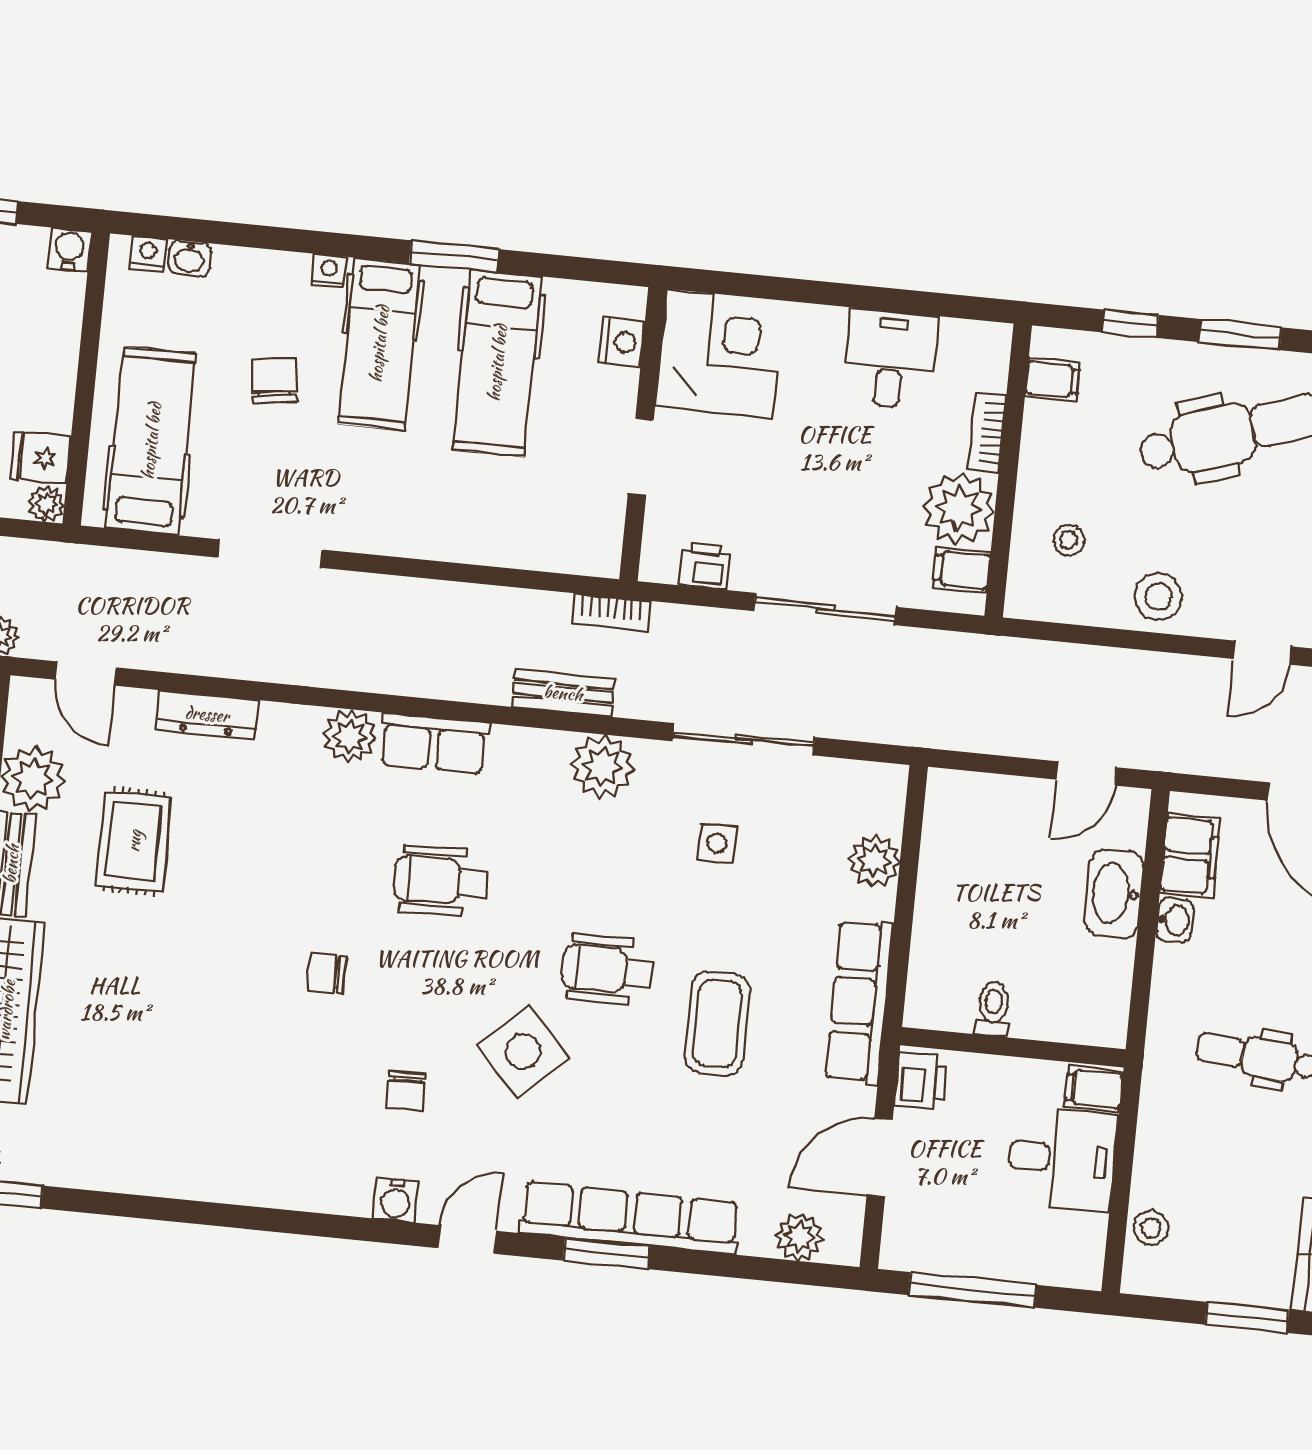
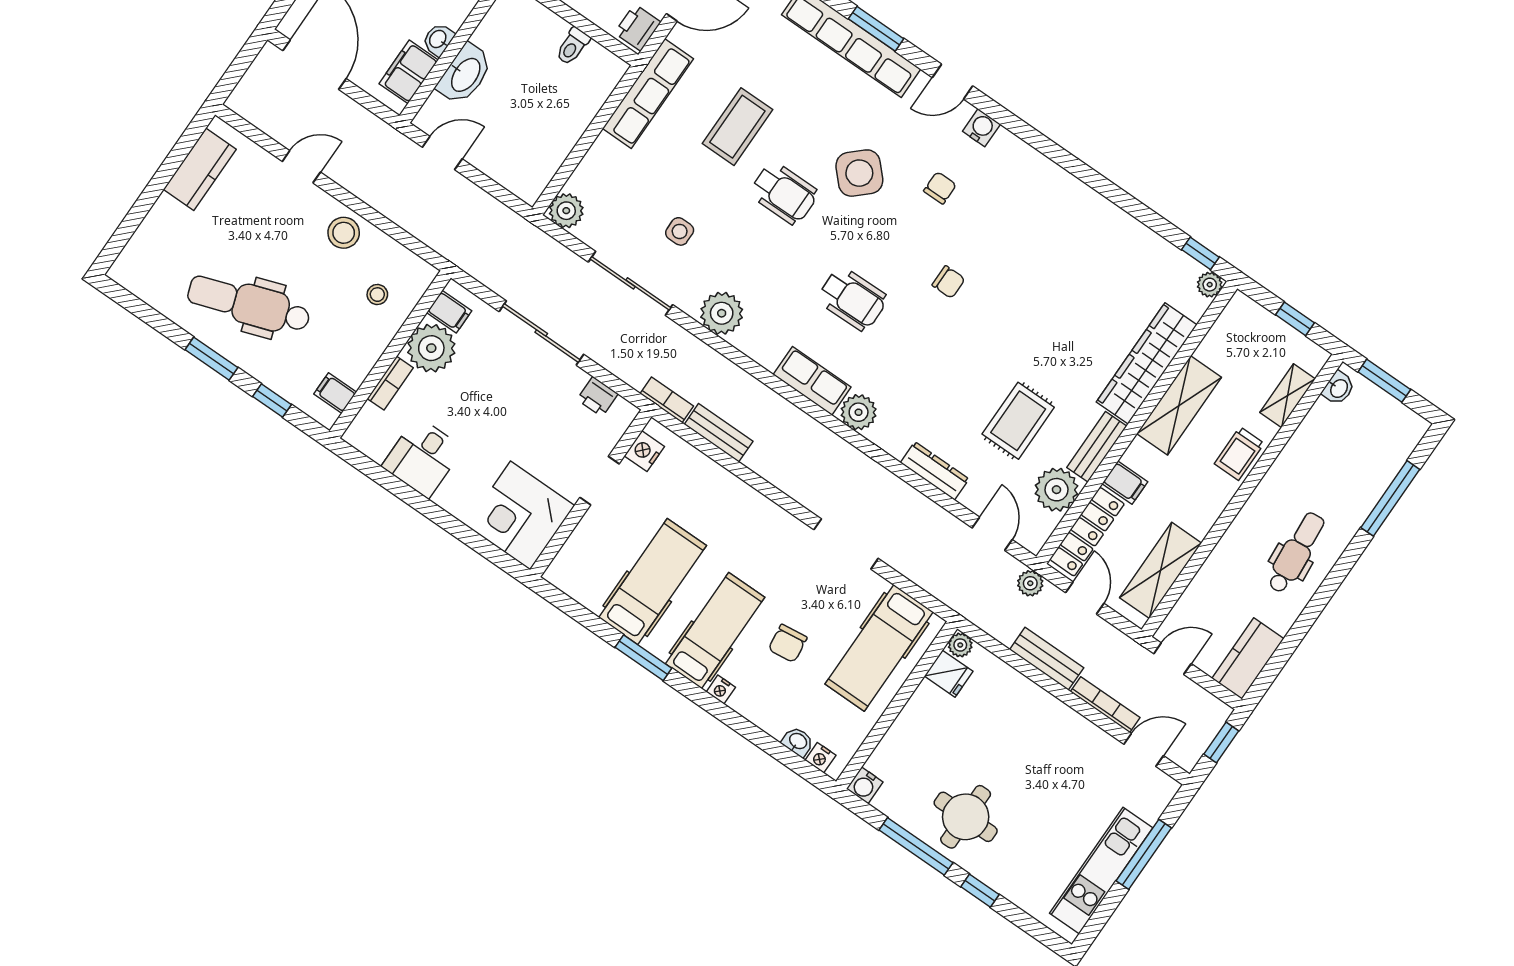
nightstand: (622, 342) -> (644, 451), moved
bench: (563, 693) -> (719, 433), moved
plant: (874, 861) -> (566, 211), moved

